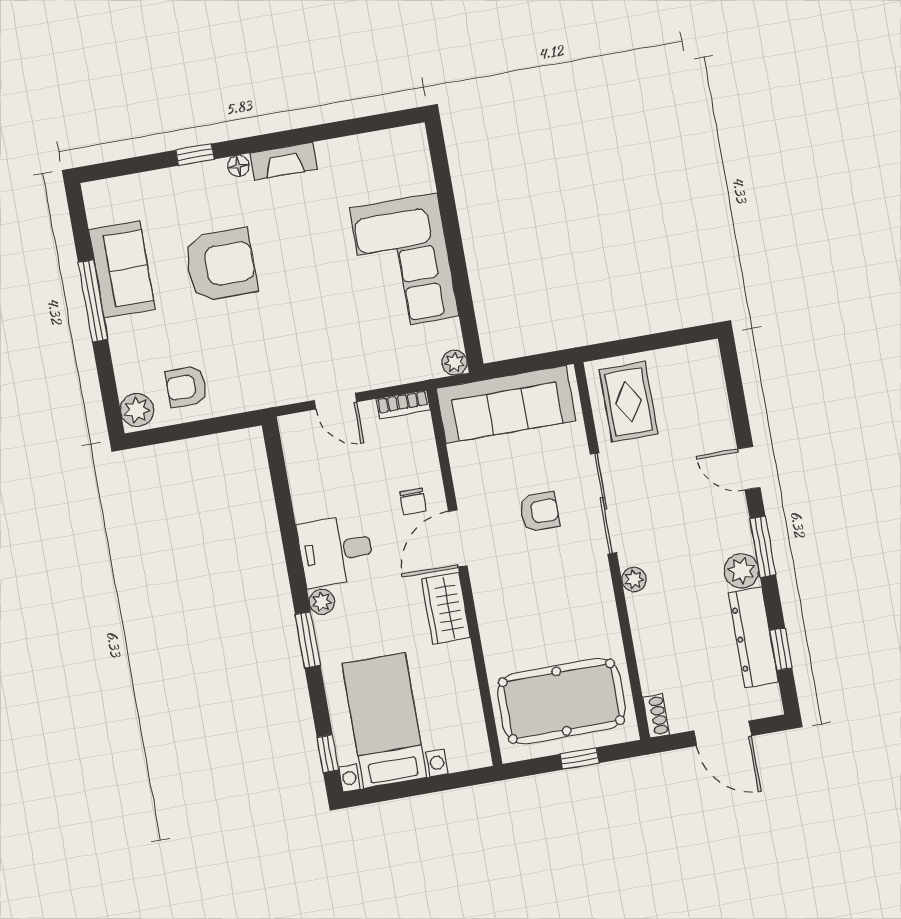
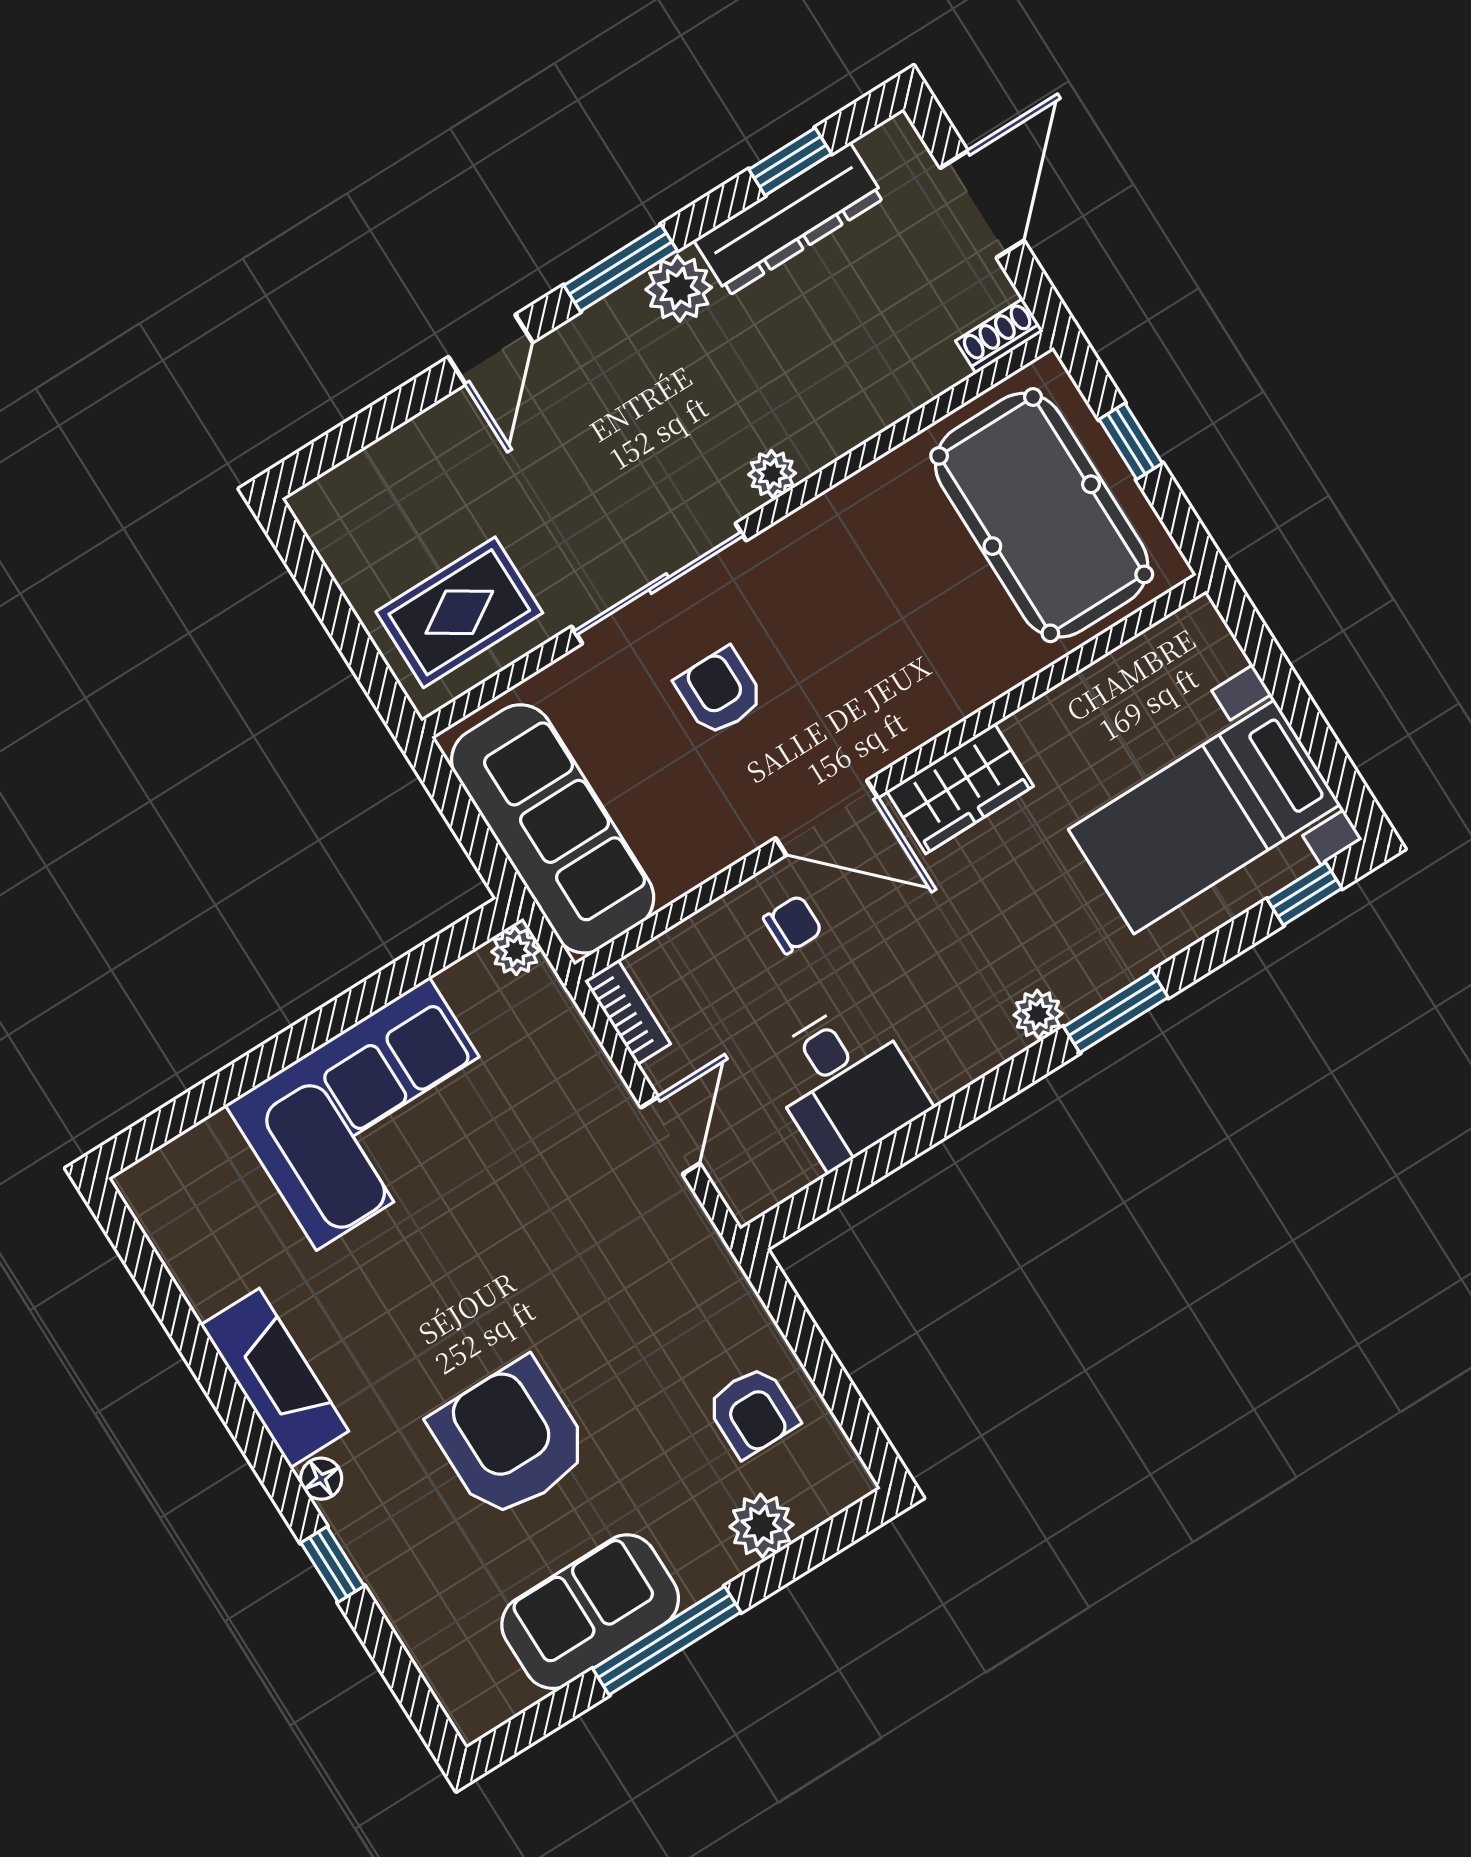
fireplace: (284, 161) -> (275, 1378), width x1.37, depth x1.32
plant: (137, 410) -> (761, 1526), moved
desk: (336, 551) -> (846, 1083), moved

